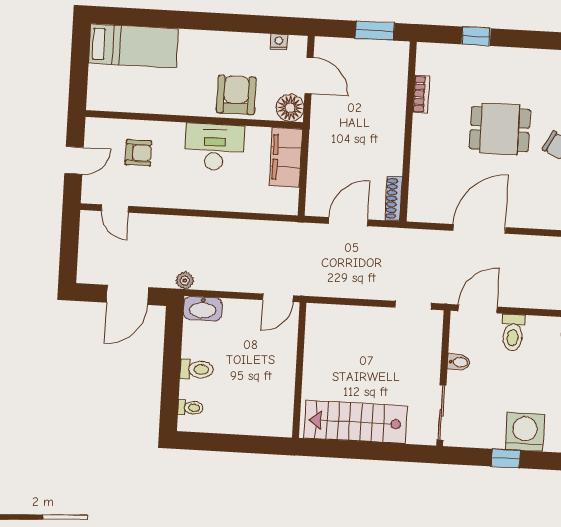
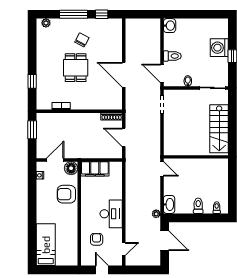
desk: (214, 147) -> (111, 214), moved, turned 180

